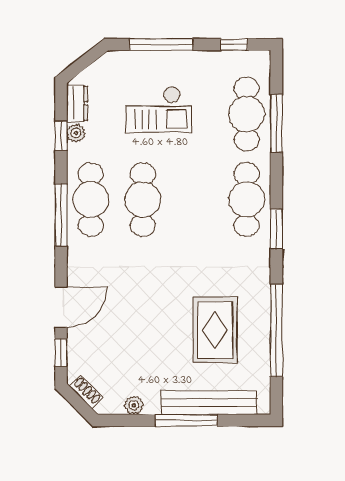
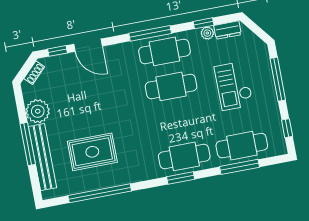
window: (276, 229) -> (181, 178), moved
plant: (134, 405) -> (38, 111), width x1.88, depth x1.88

